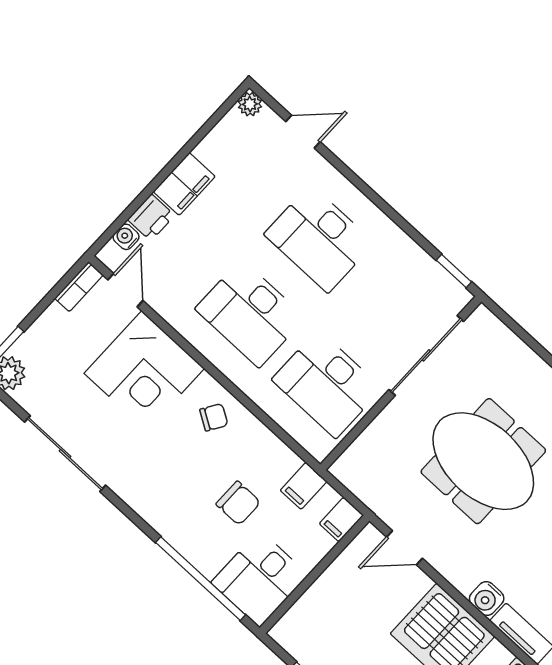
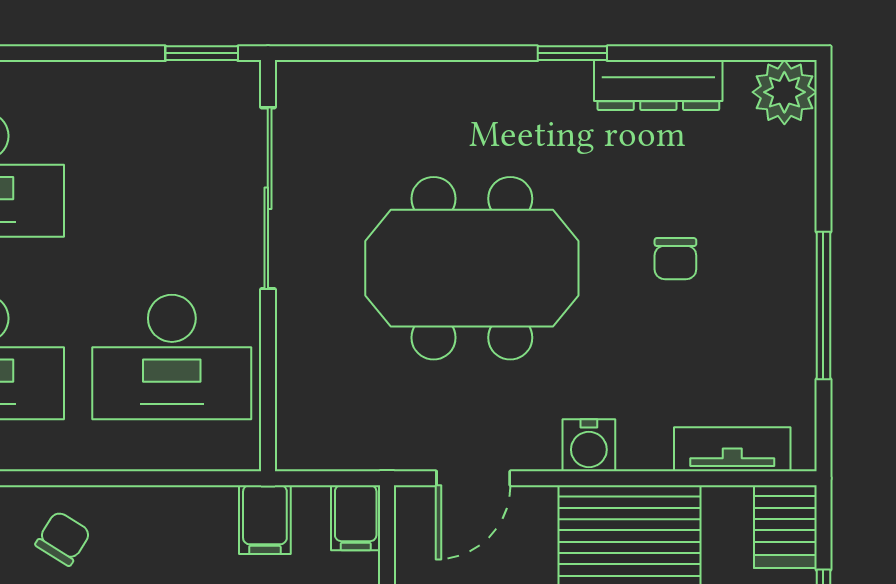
water cooler: (487, 599) -> (589, 445), moved

